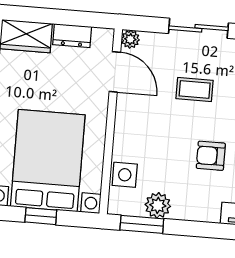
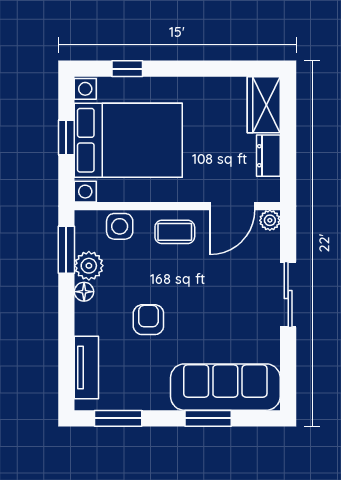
coffee table: (195, 89) -> (175, 232), moved, turned 90
floor lamp: (181, 212) -> (84, 292), added

